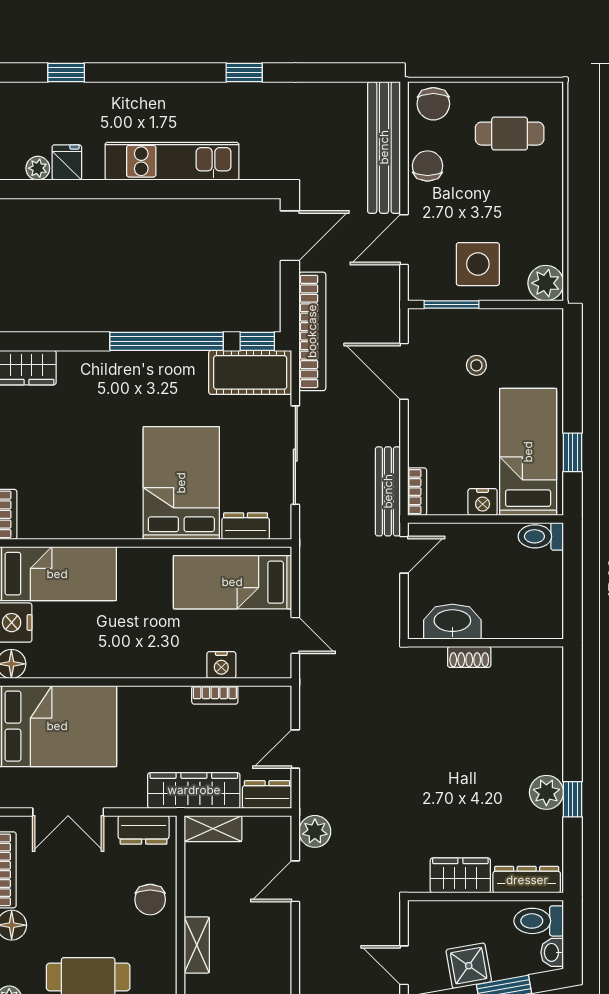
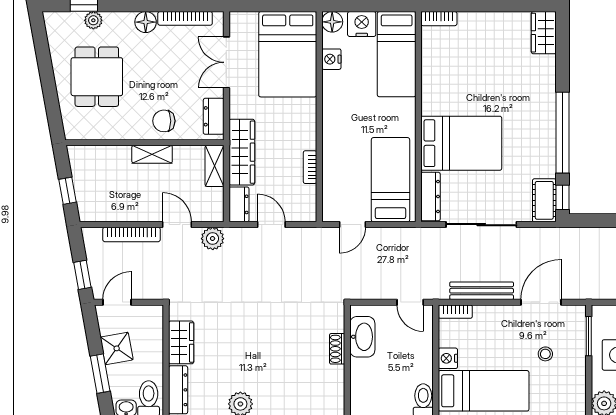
bookcase: (312, 331) -> (132, 234), moved, width x0.68, depth x0.76
cot: (250, 372) -> (544, 200), width x0.73, depth x0.75
bench: (388, 491) -> (482, 291), moved
dresser: (246, 526) -> (431, 197), width x1.44
nightstand: (221, 665) -> (331, 59), moved
shelving: (197, 945) -> (152, 154), moved

